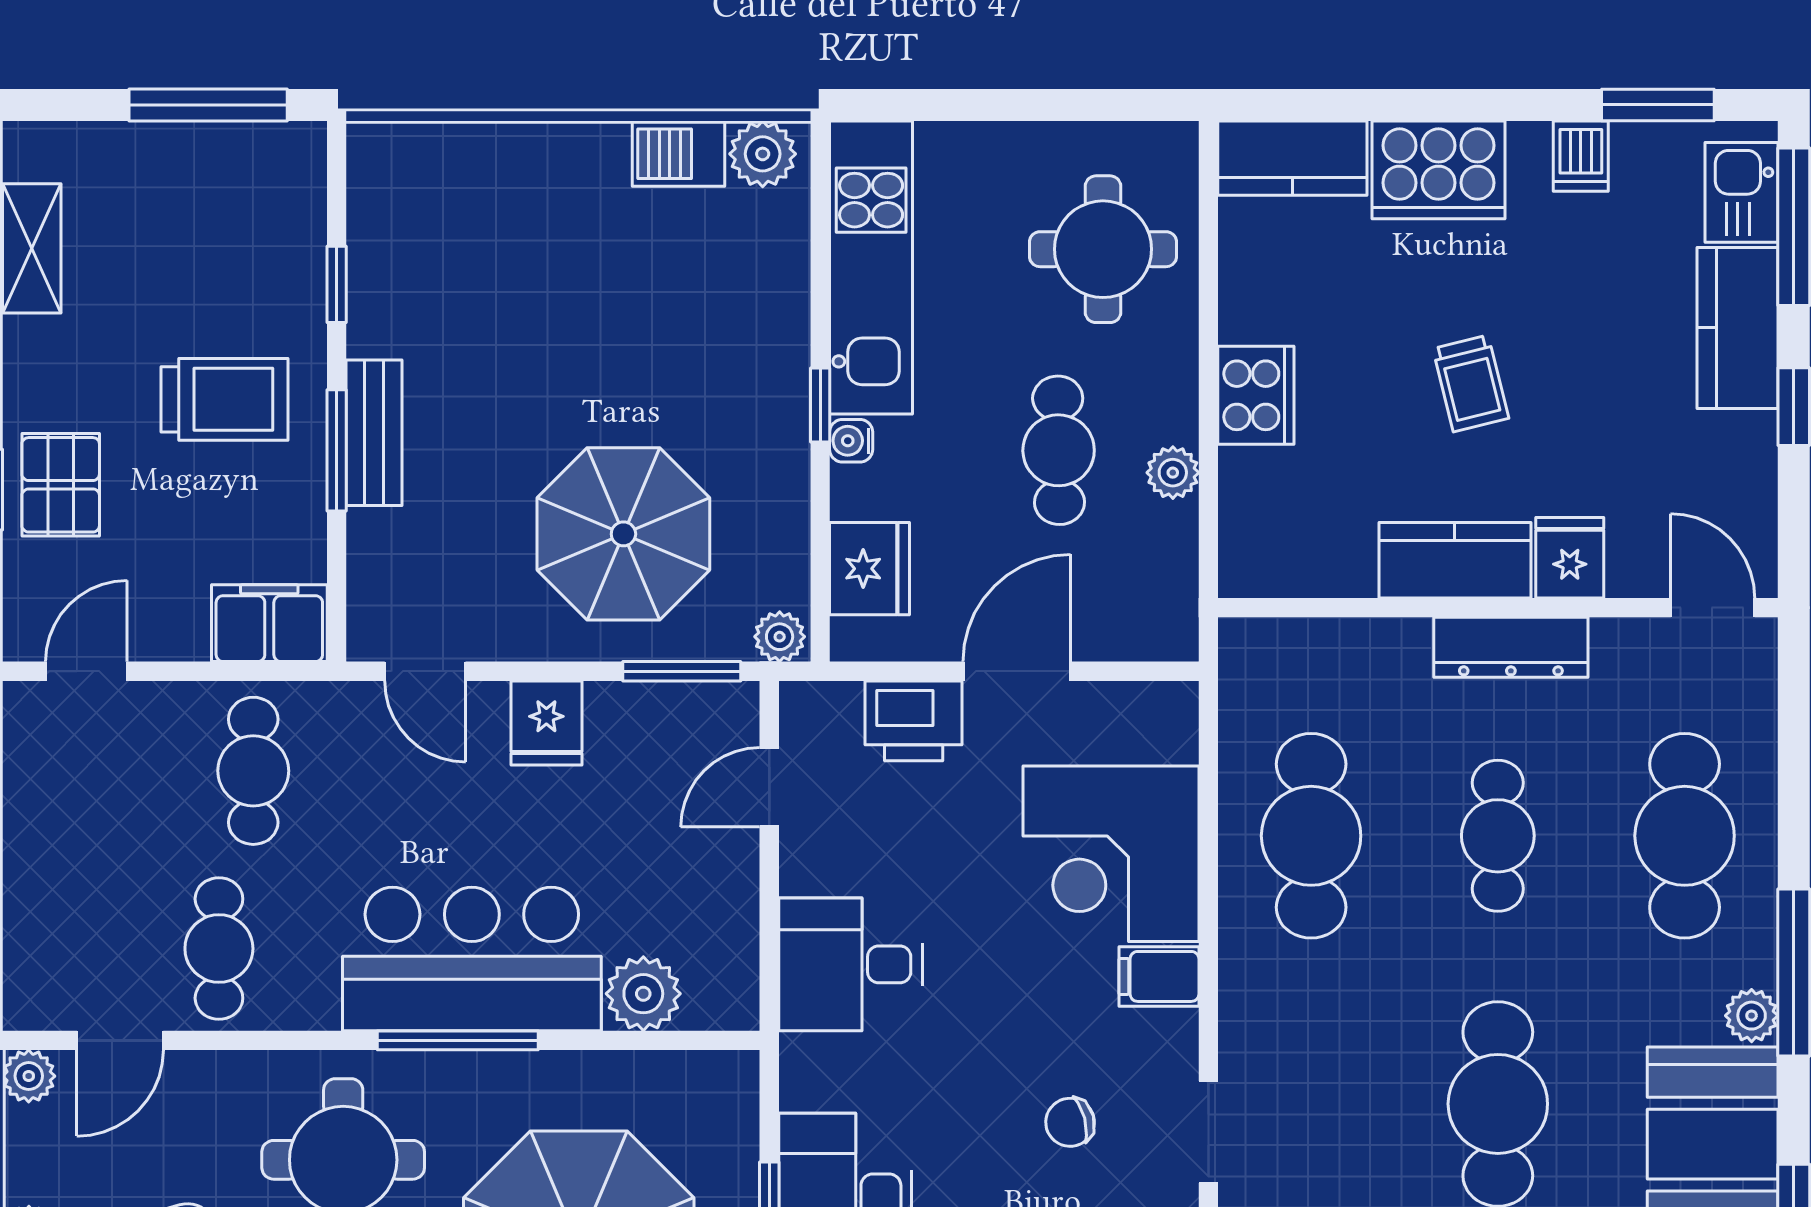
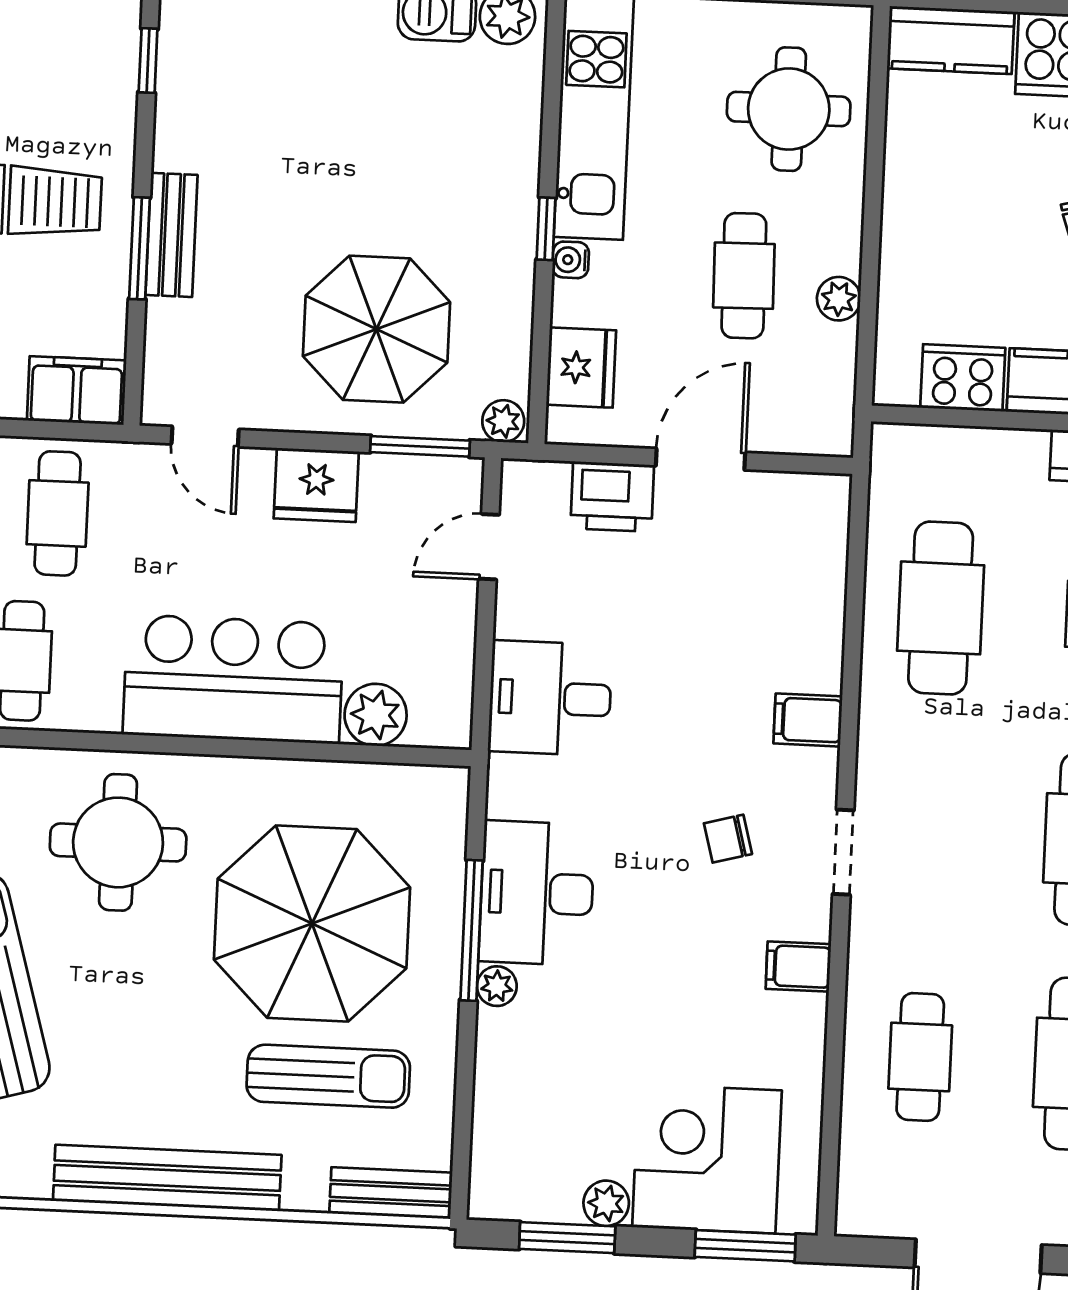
window: (337, 284) -> (148, 61), moved
cooker: (1256, 395) -> (963, 378), moved, turned -90
fridge: (546, 723) -> (316, 485), width x1.38
corner desk: (1111, 854) -> (772, 615), removed
window: (458, 1040) -> (219, 747), removed

